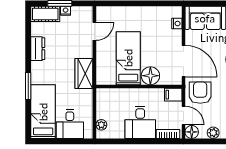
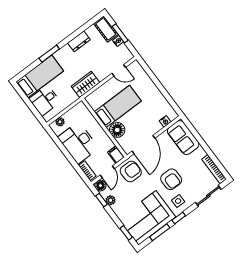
desk: (140, 122) -> (78, 143), width x1.37
window: (206, 141) -> (101, 200), added

